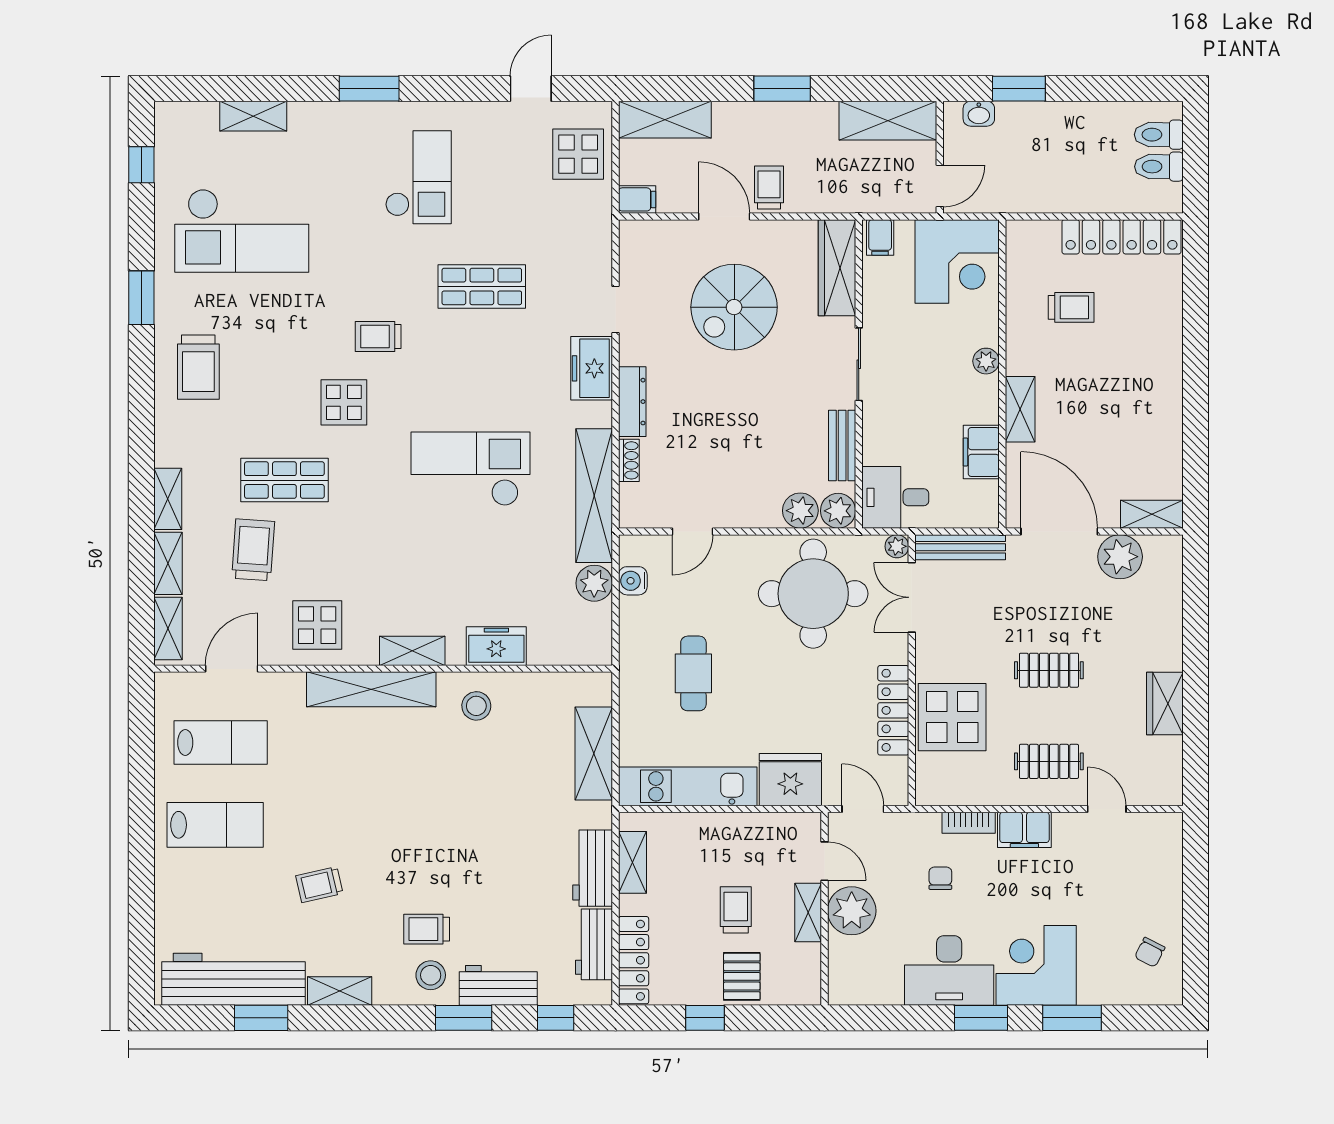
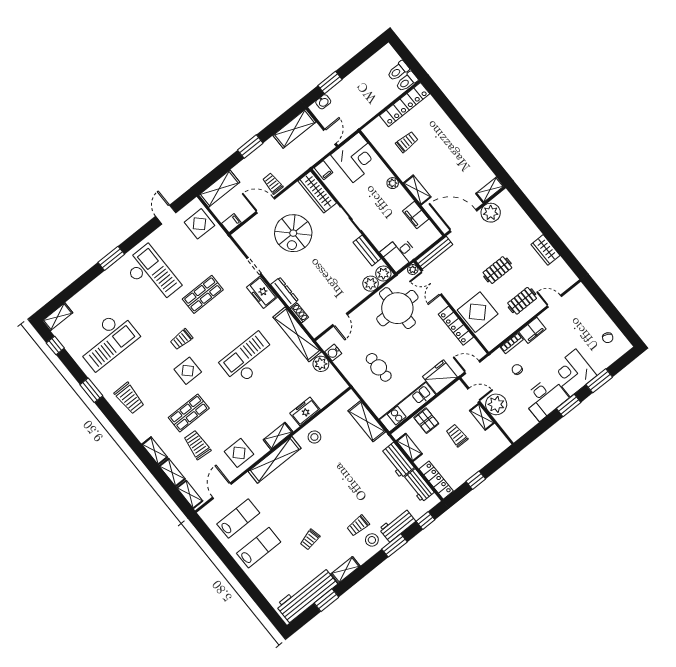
shelving: (253, 116) -> (58, 317), moved
toilet: (1159, 135) -> (407, 82), moved
checkout: (418, 177) -> (152, 275), width x1.36, depth x1.21
pallet: (742, 976) -> (426, 421), moved

